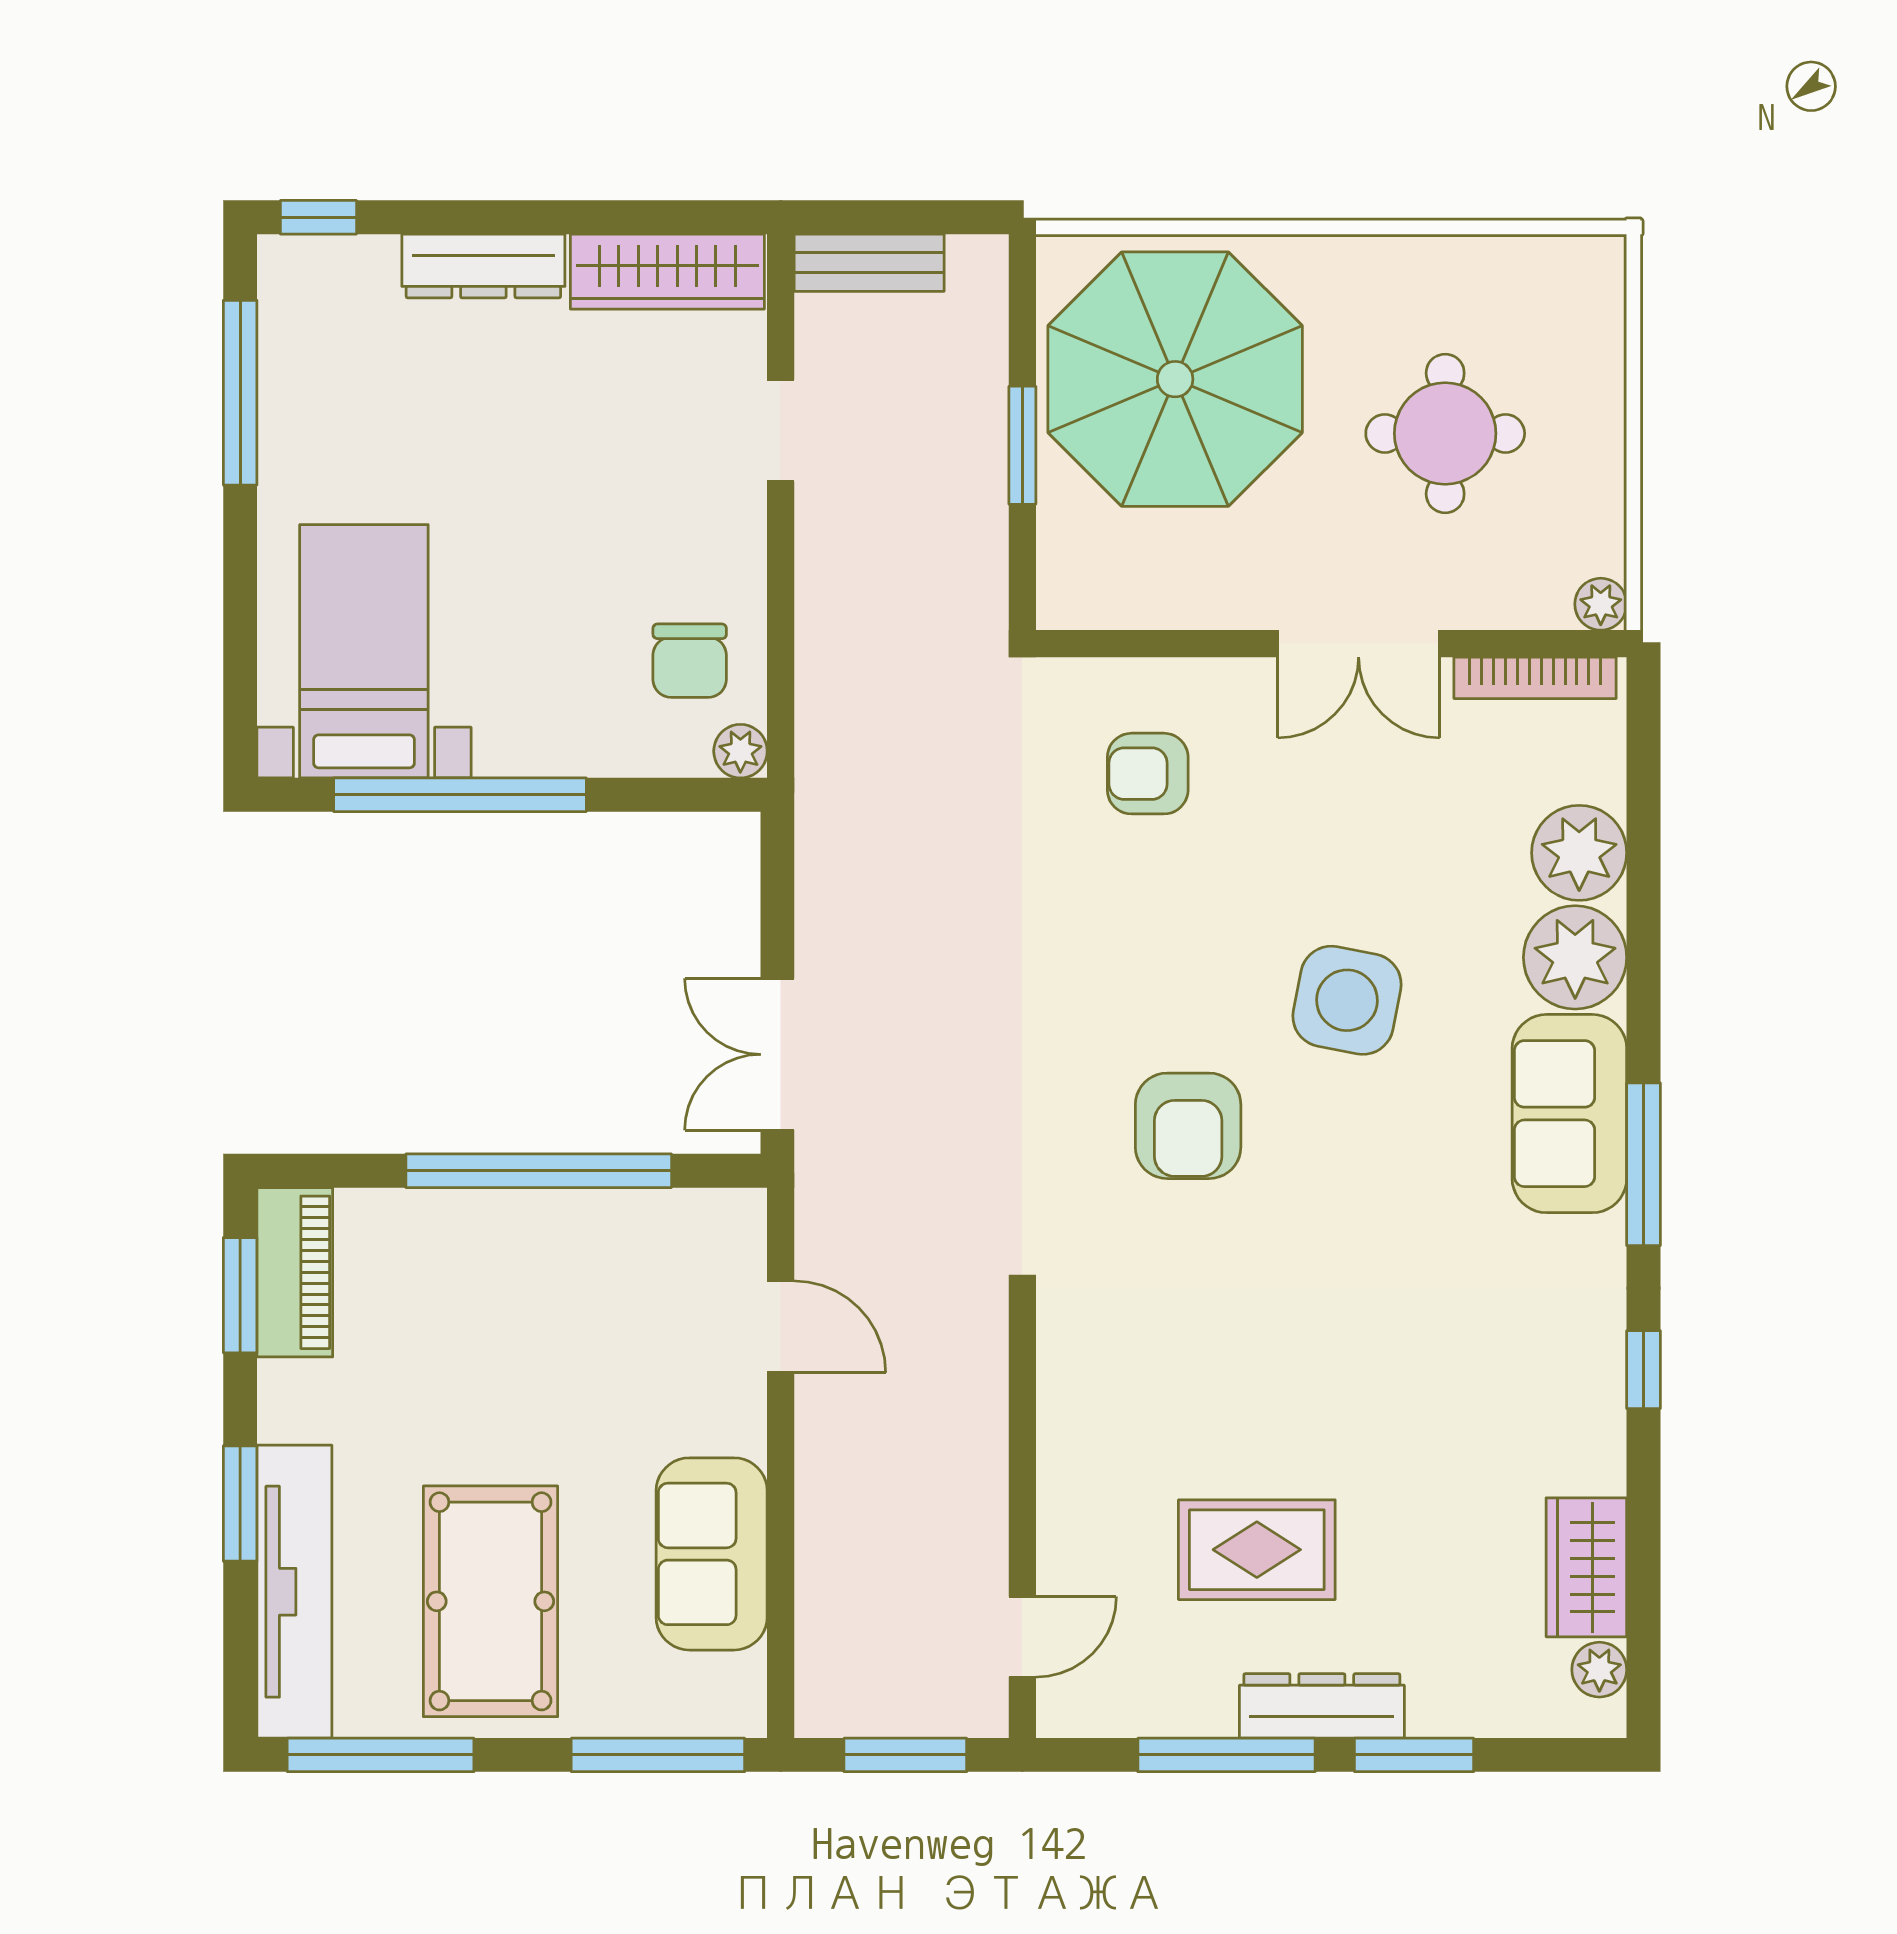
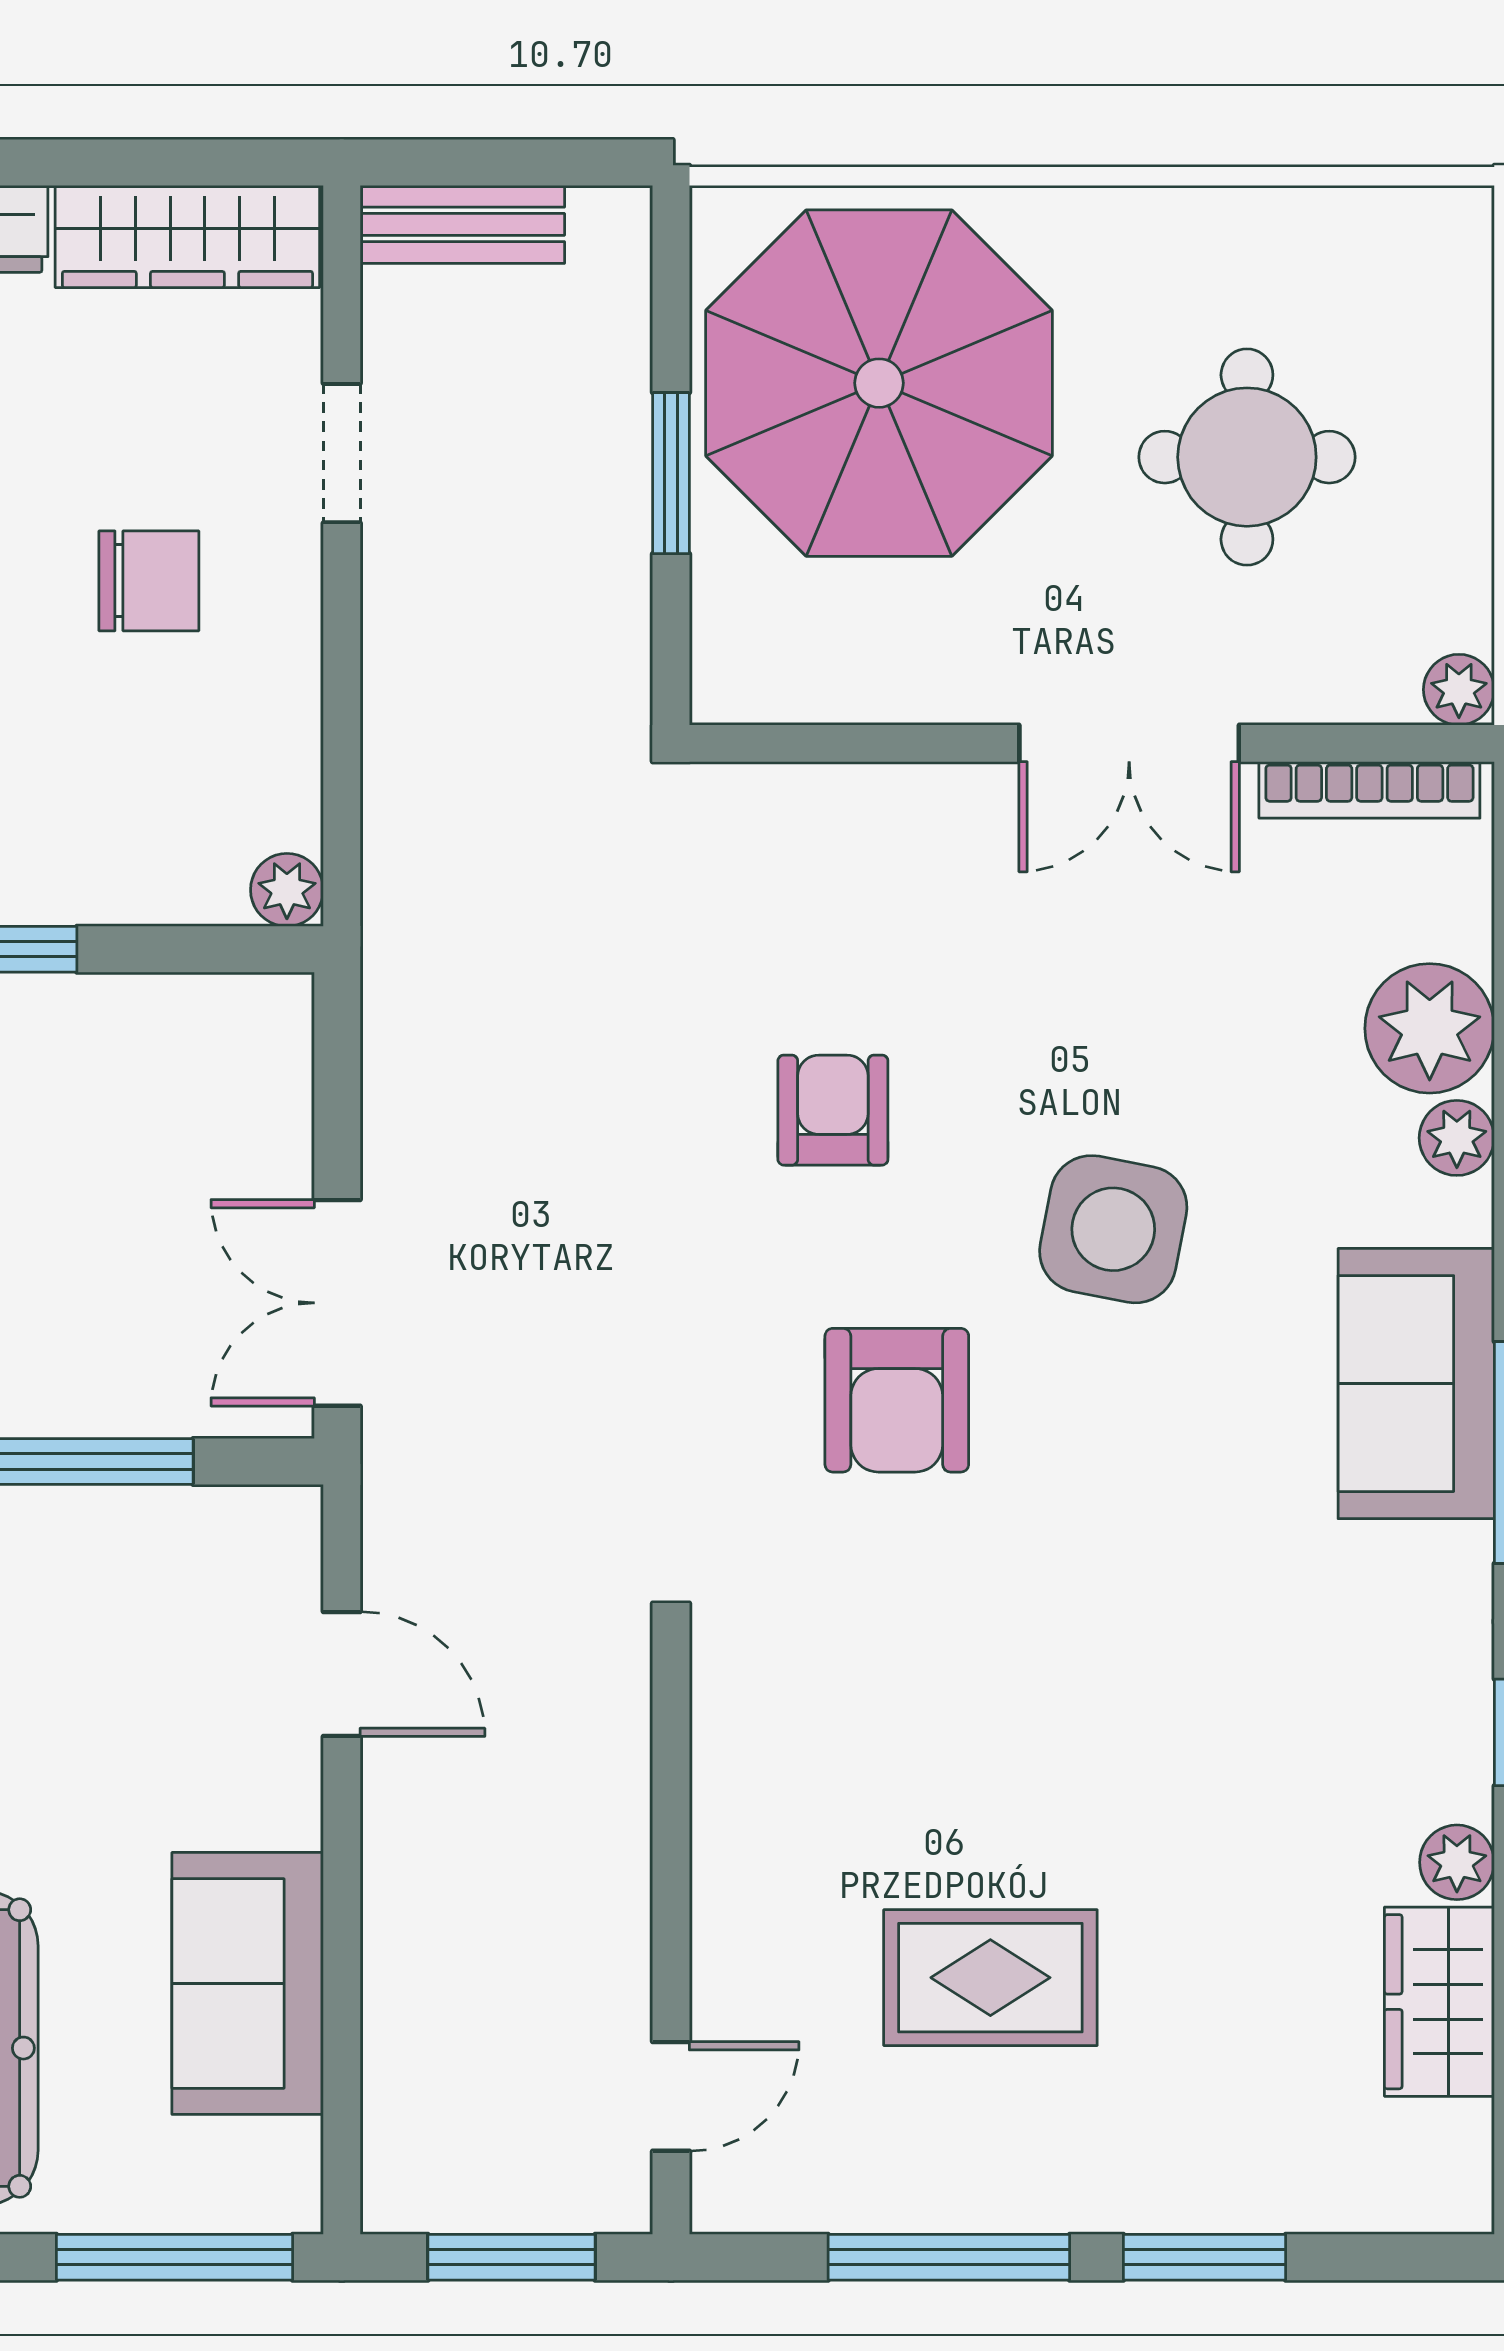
chair: (690, 661) -> (149, 581), moved, turned -90
armchair: (1148, 774) -> (833, 1110), moved, turned 90
plant: (1575, 957) -> (1457, 1138), width x0.53, depth x0.53
plant: (1599, 1670) -> (1457, 1862), moved
dresser: (1322, 1706) -> (1079, 2190), removed

